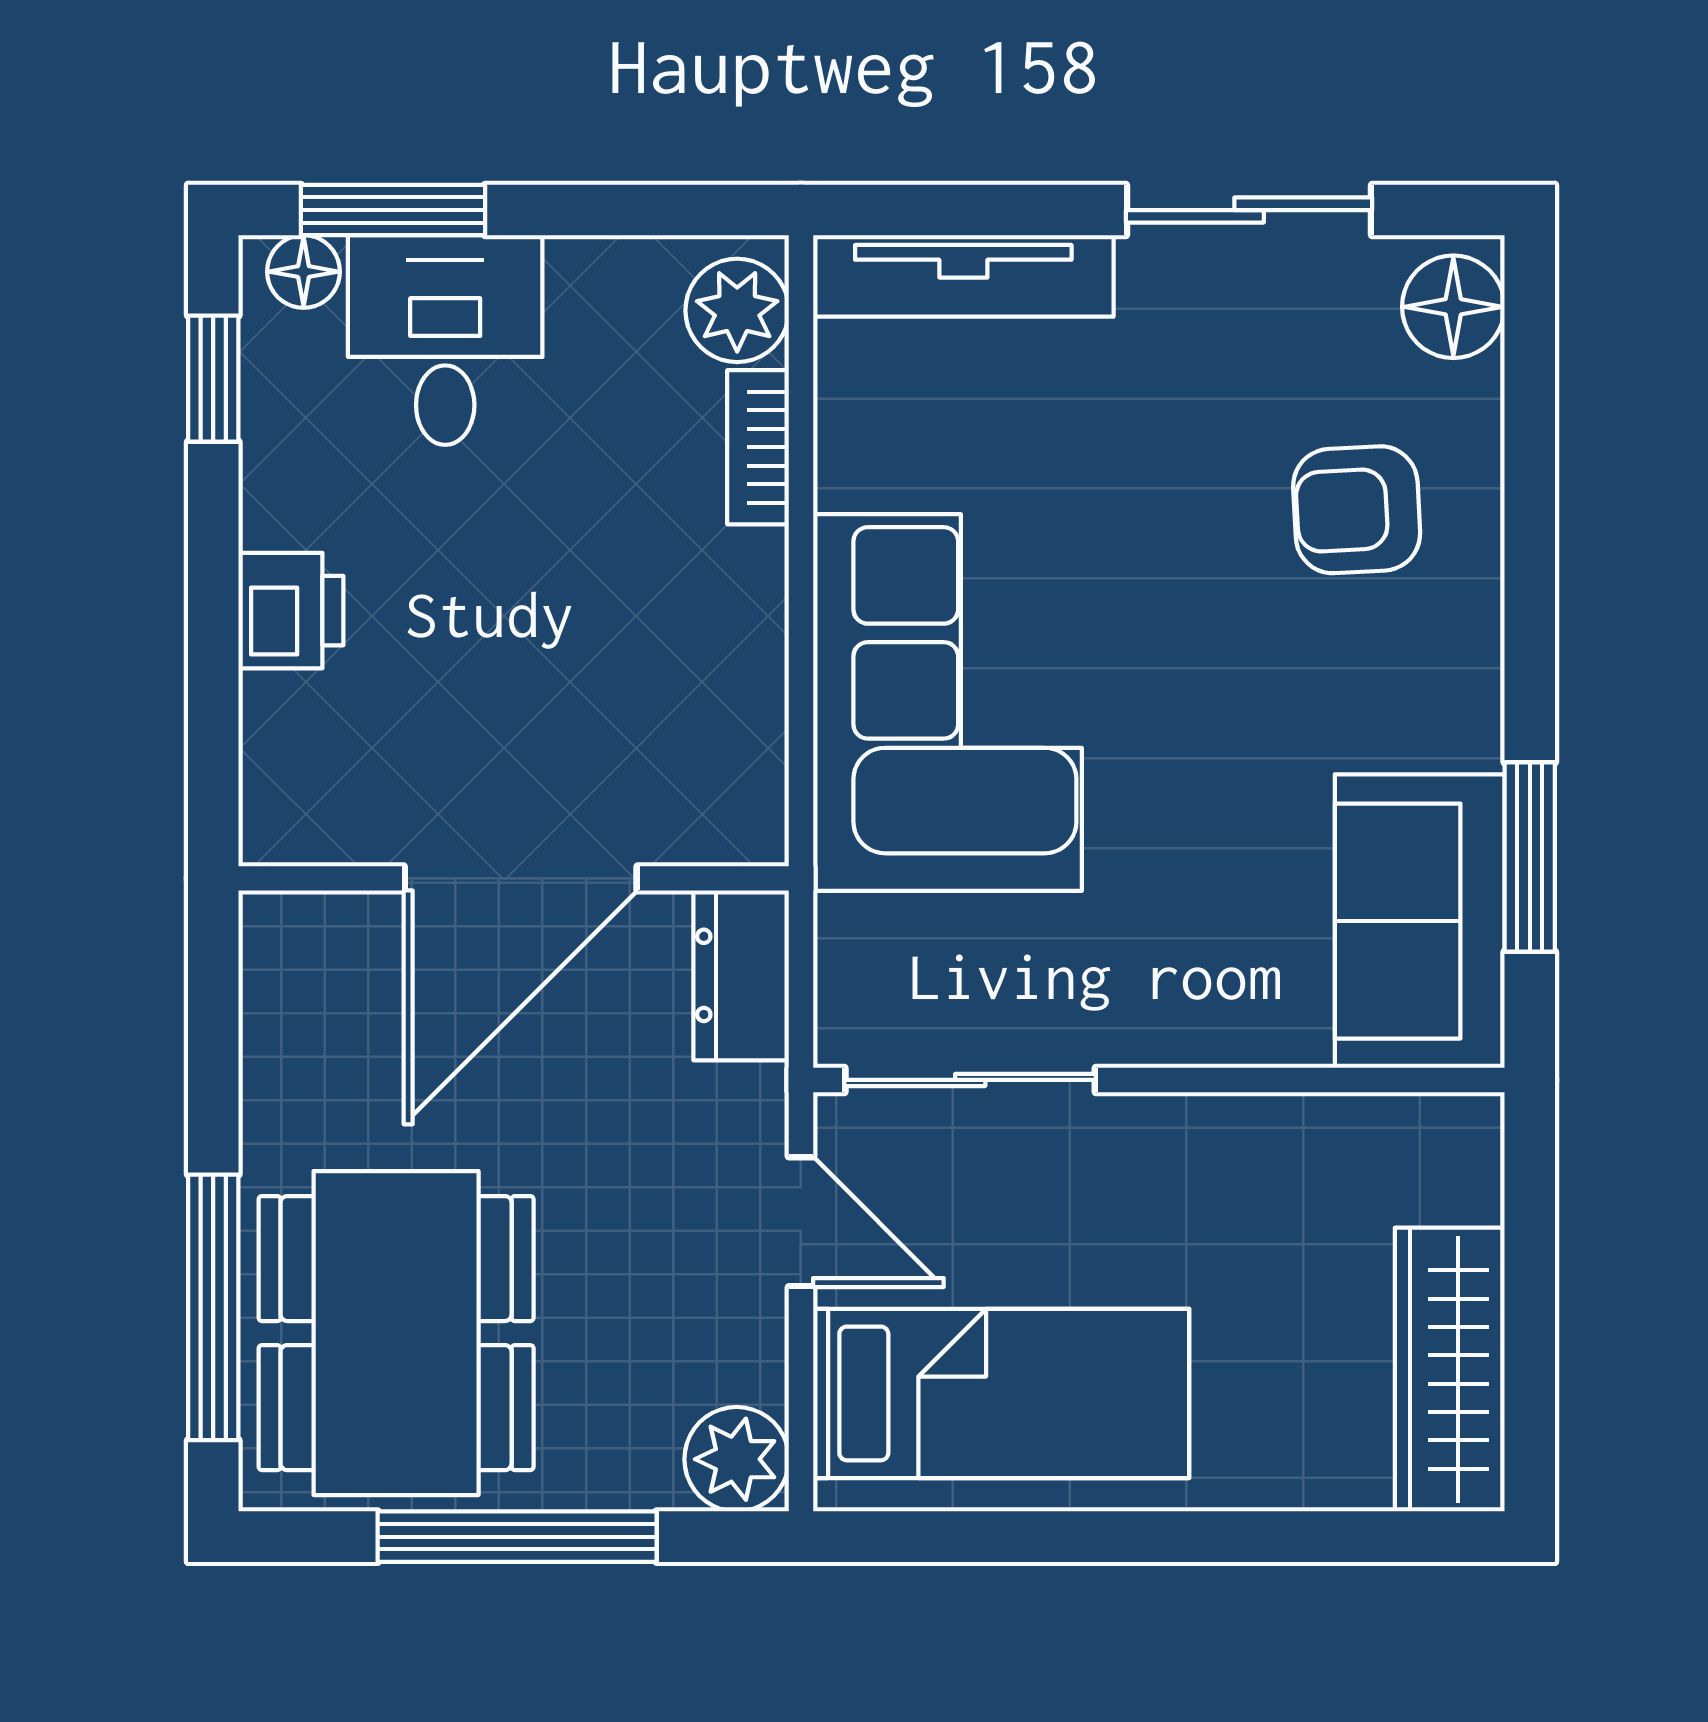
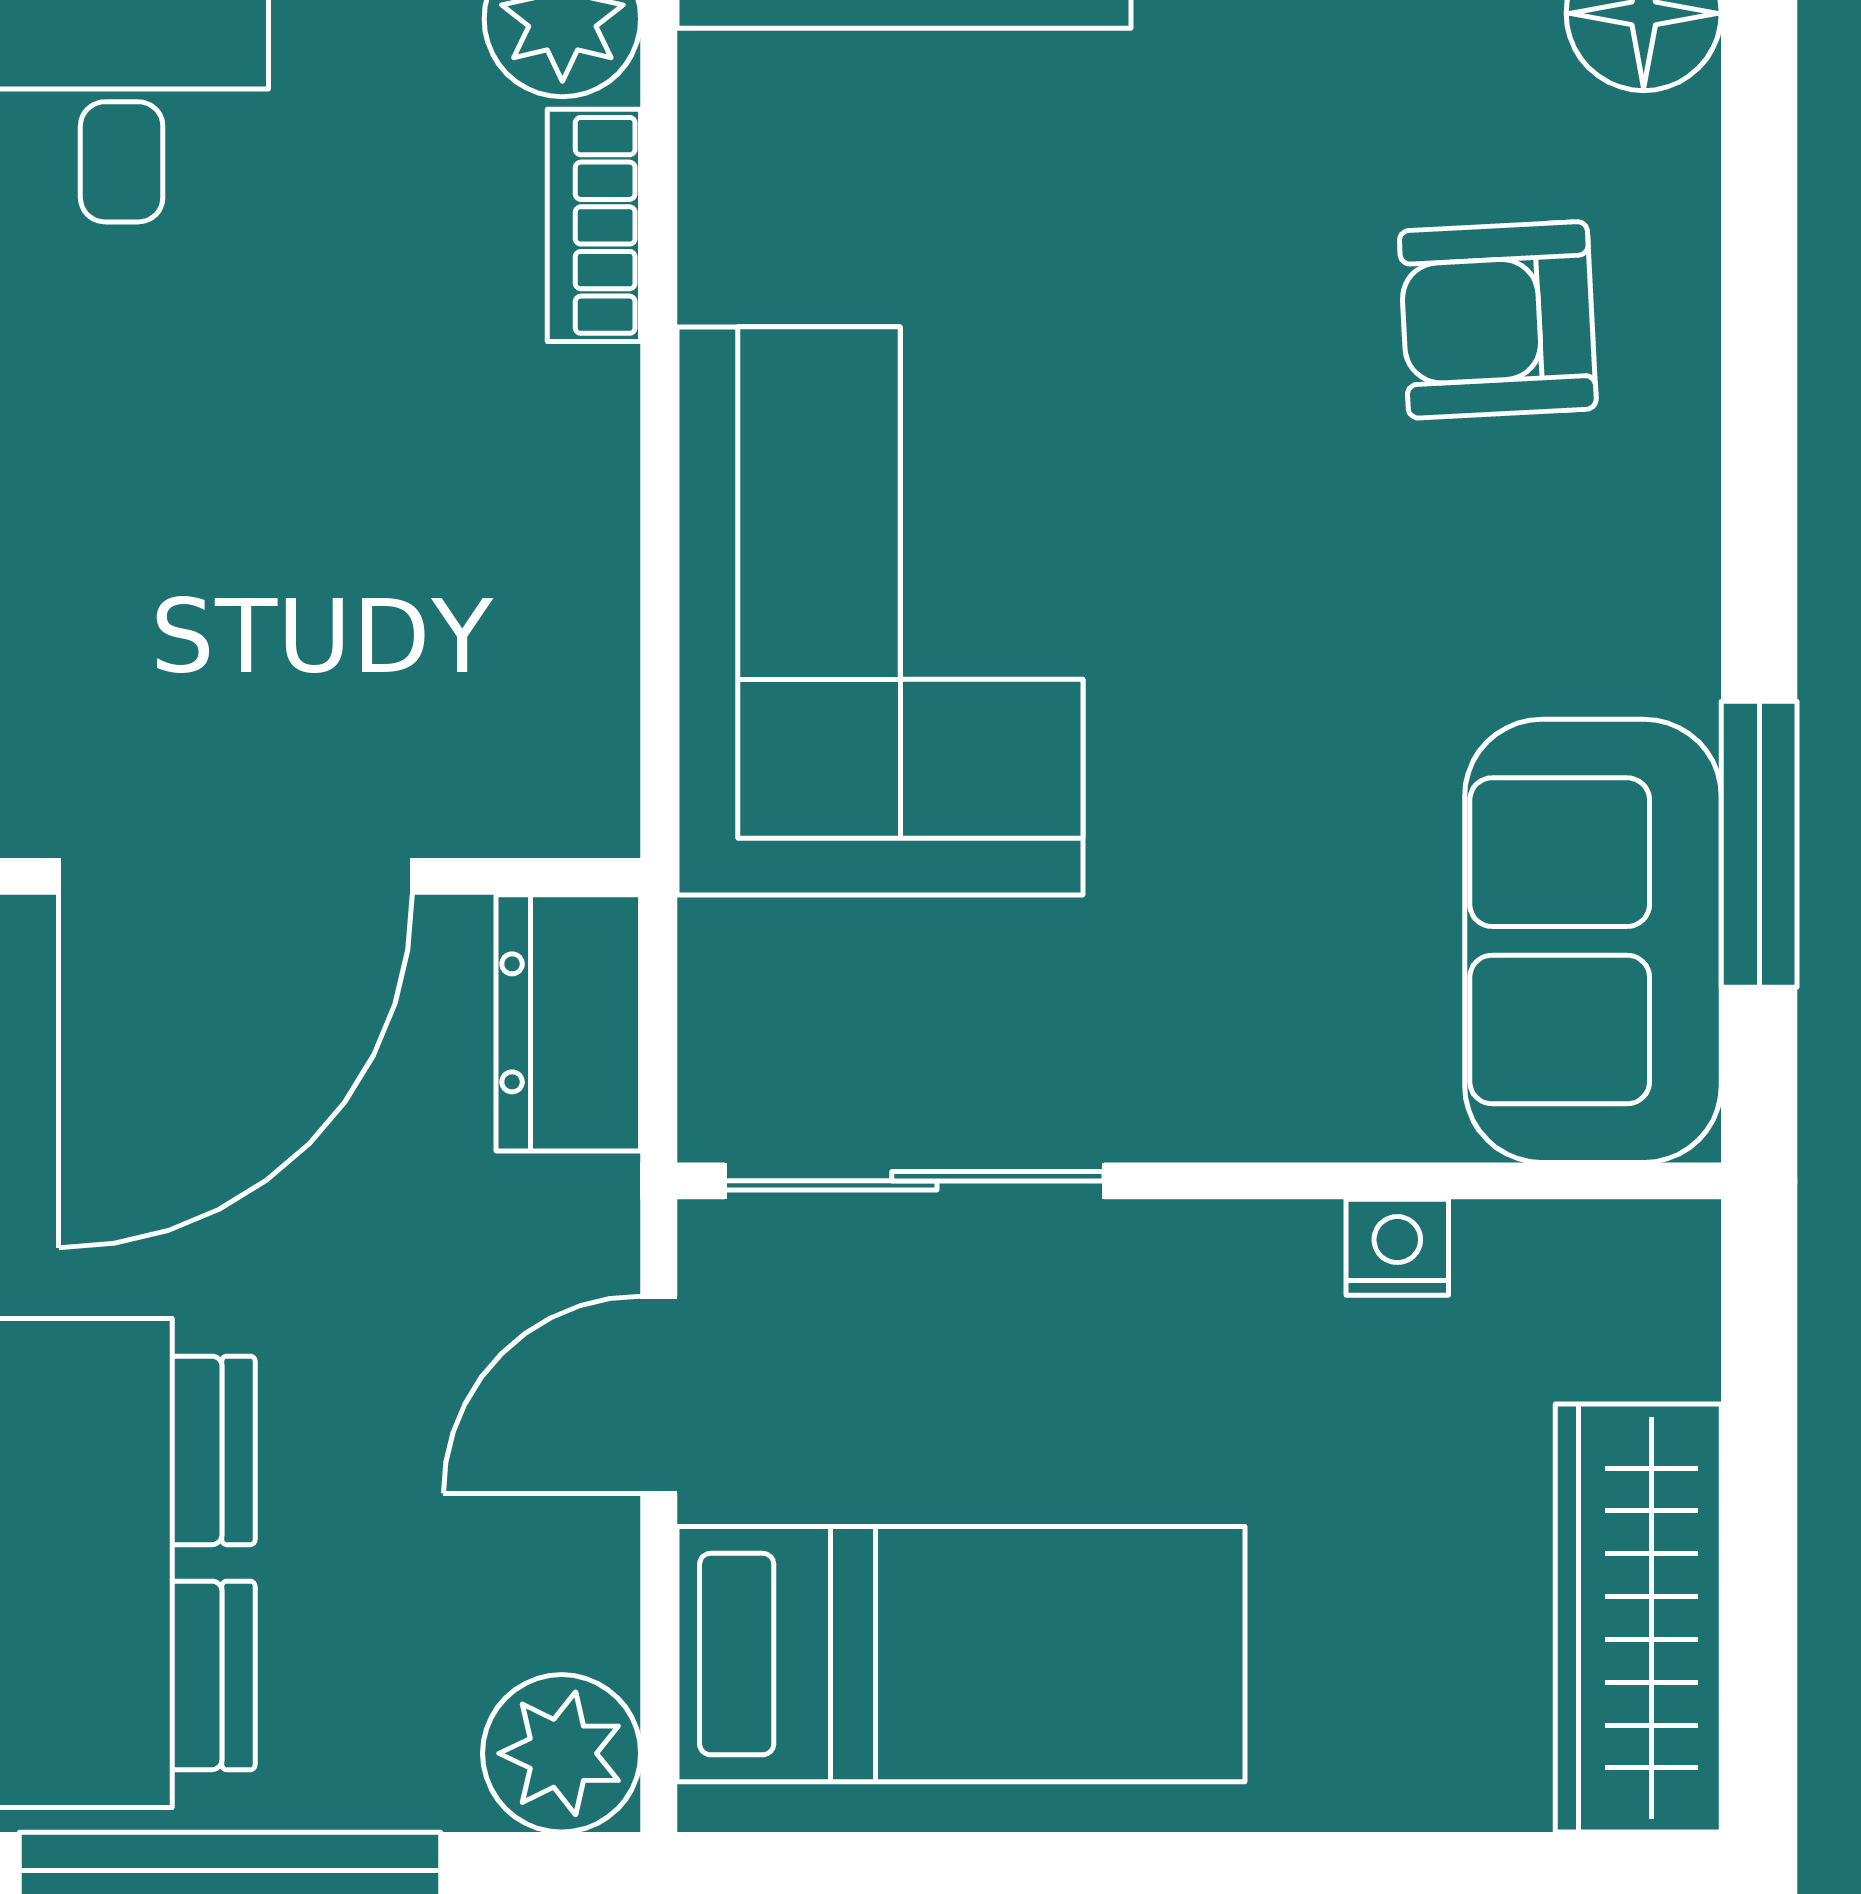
nightstand: (1290, 1124) -> (1397, 1247), added
door: (801, 1222) -> (659, 1395), swing flipped

